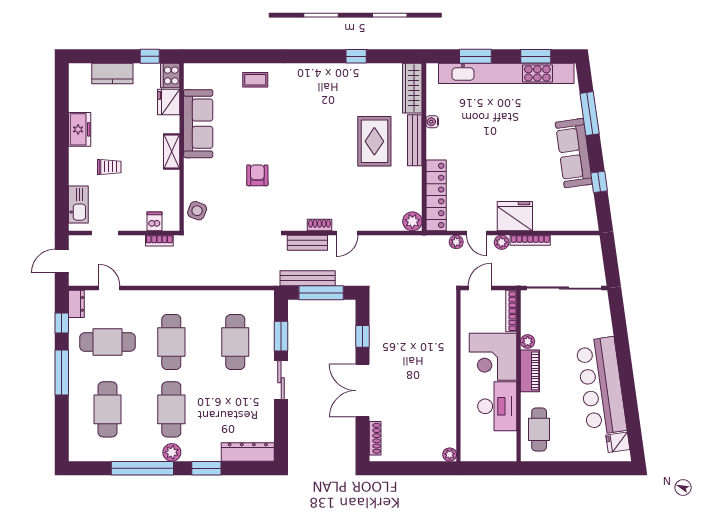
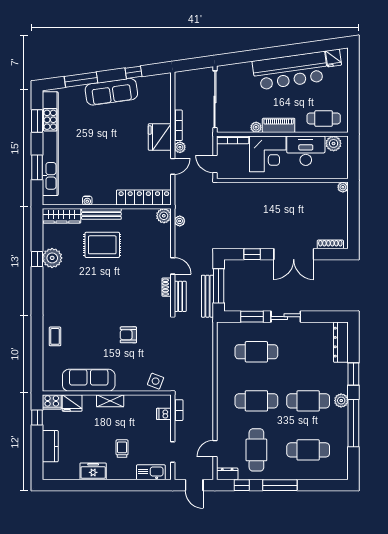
plant: (357, 76) -> (52, 258), added
plant: (456, 242) -> (180, 221), moved
plant: (506, 442) -> (334, 143), added

